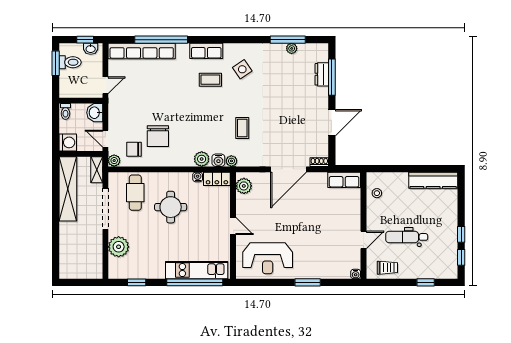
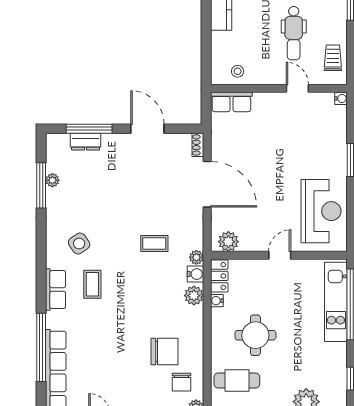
row of seats: (344, 180) -> (231, 102), moved, turned 90

